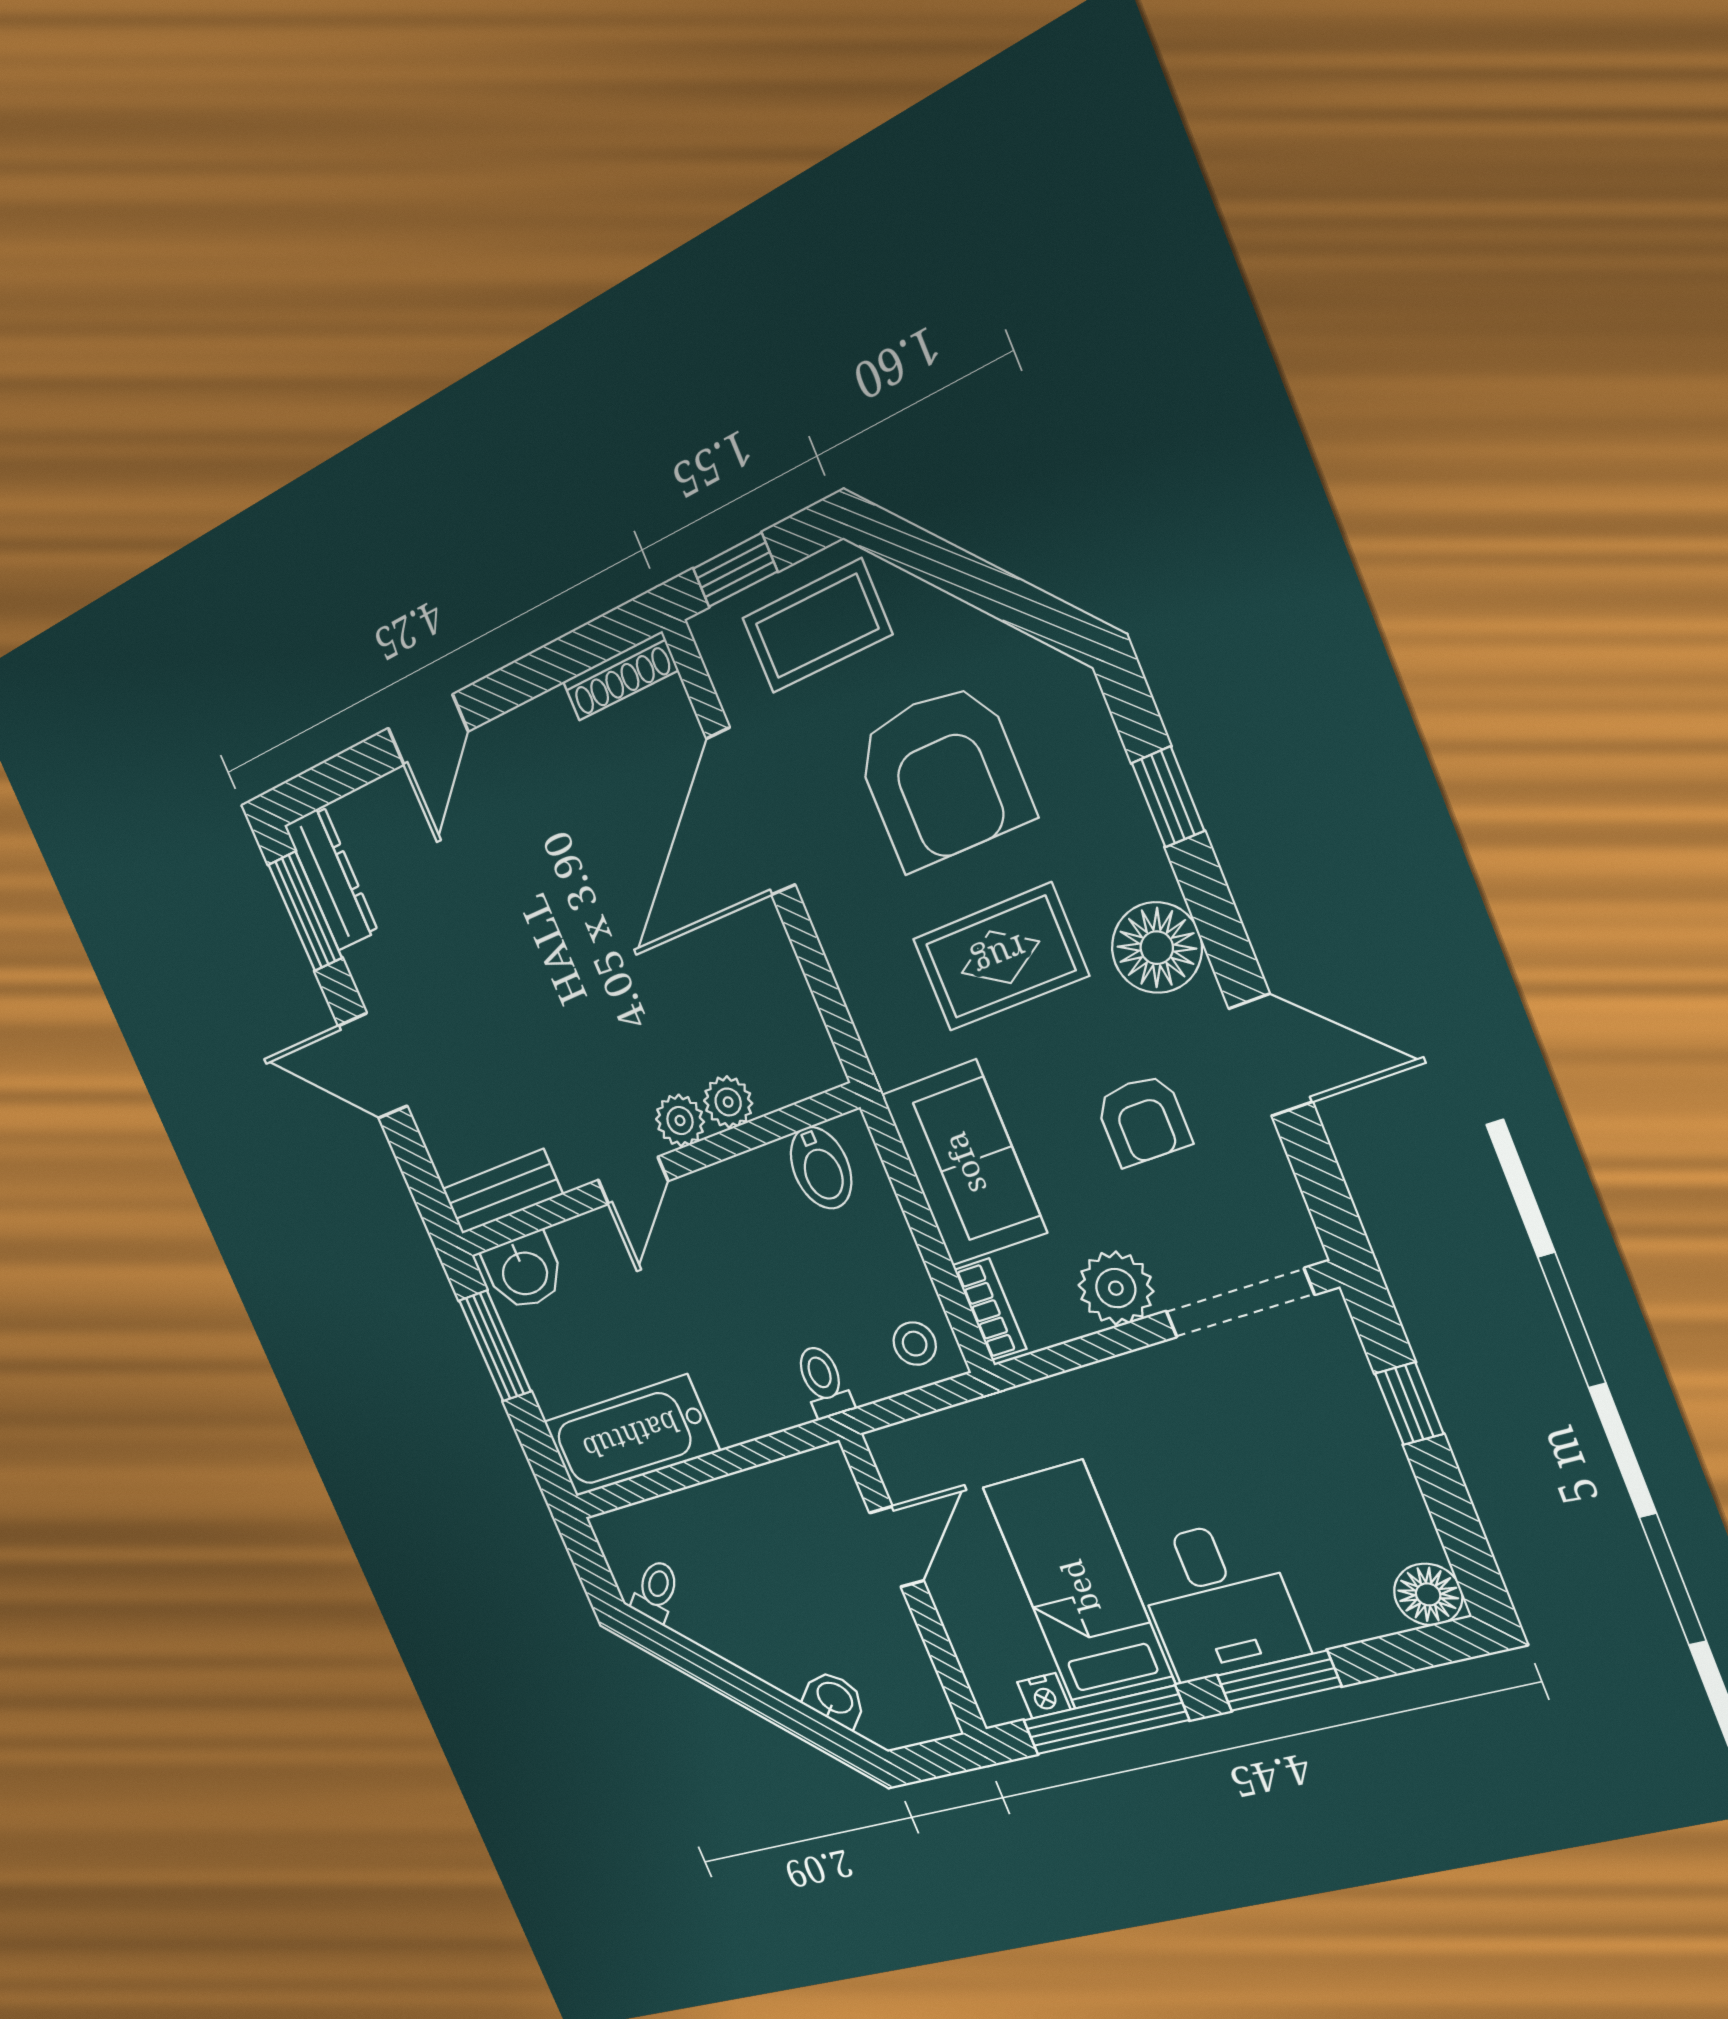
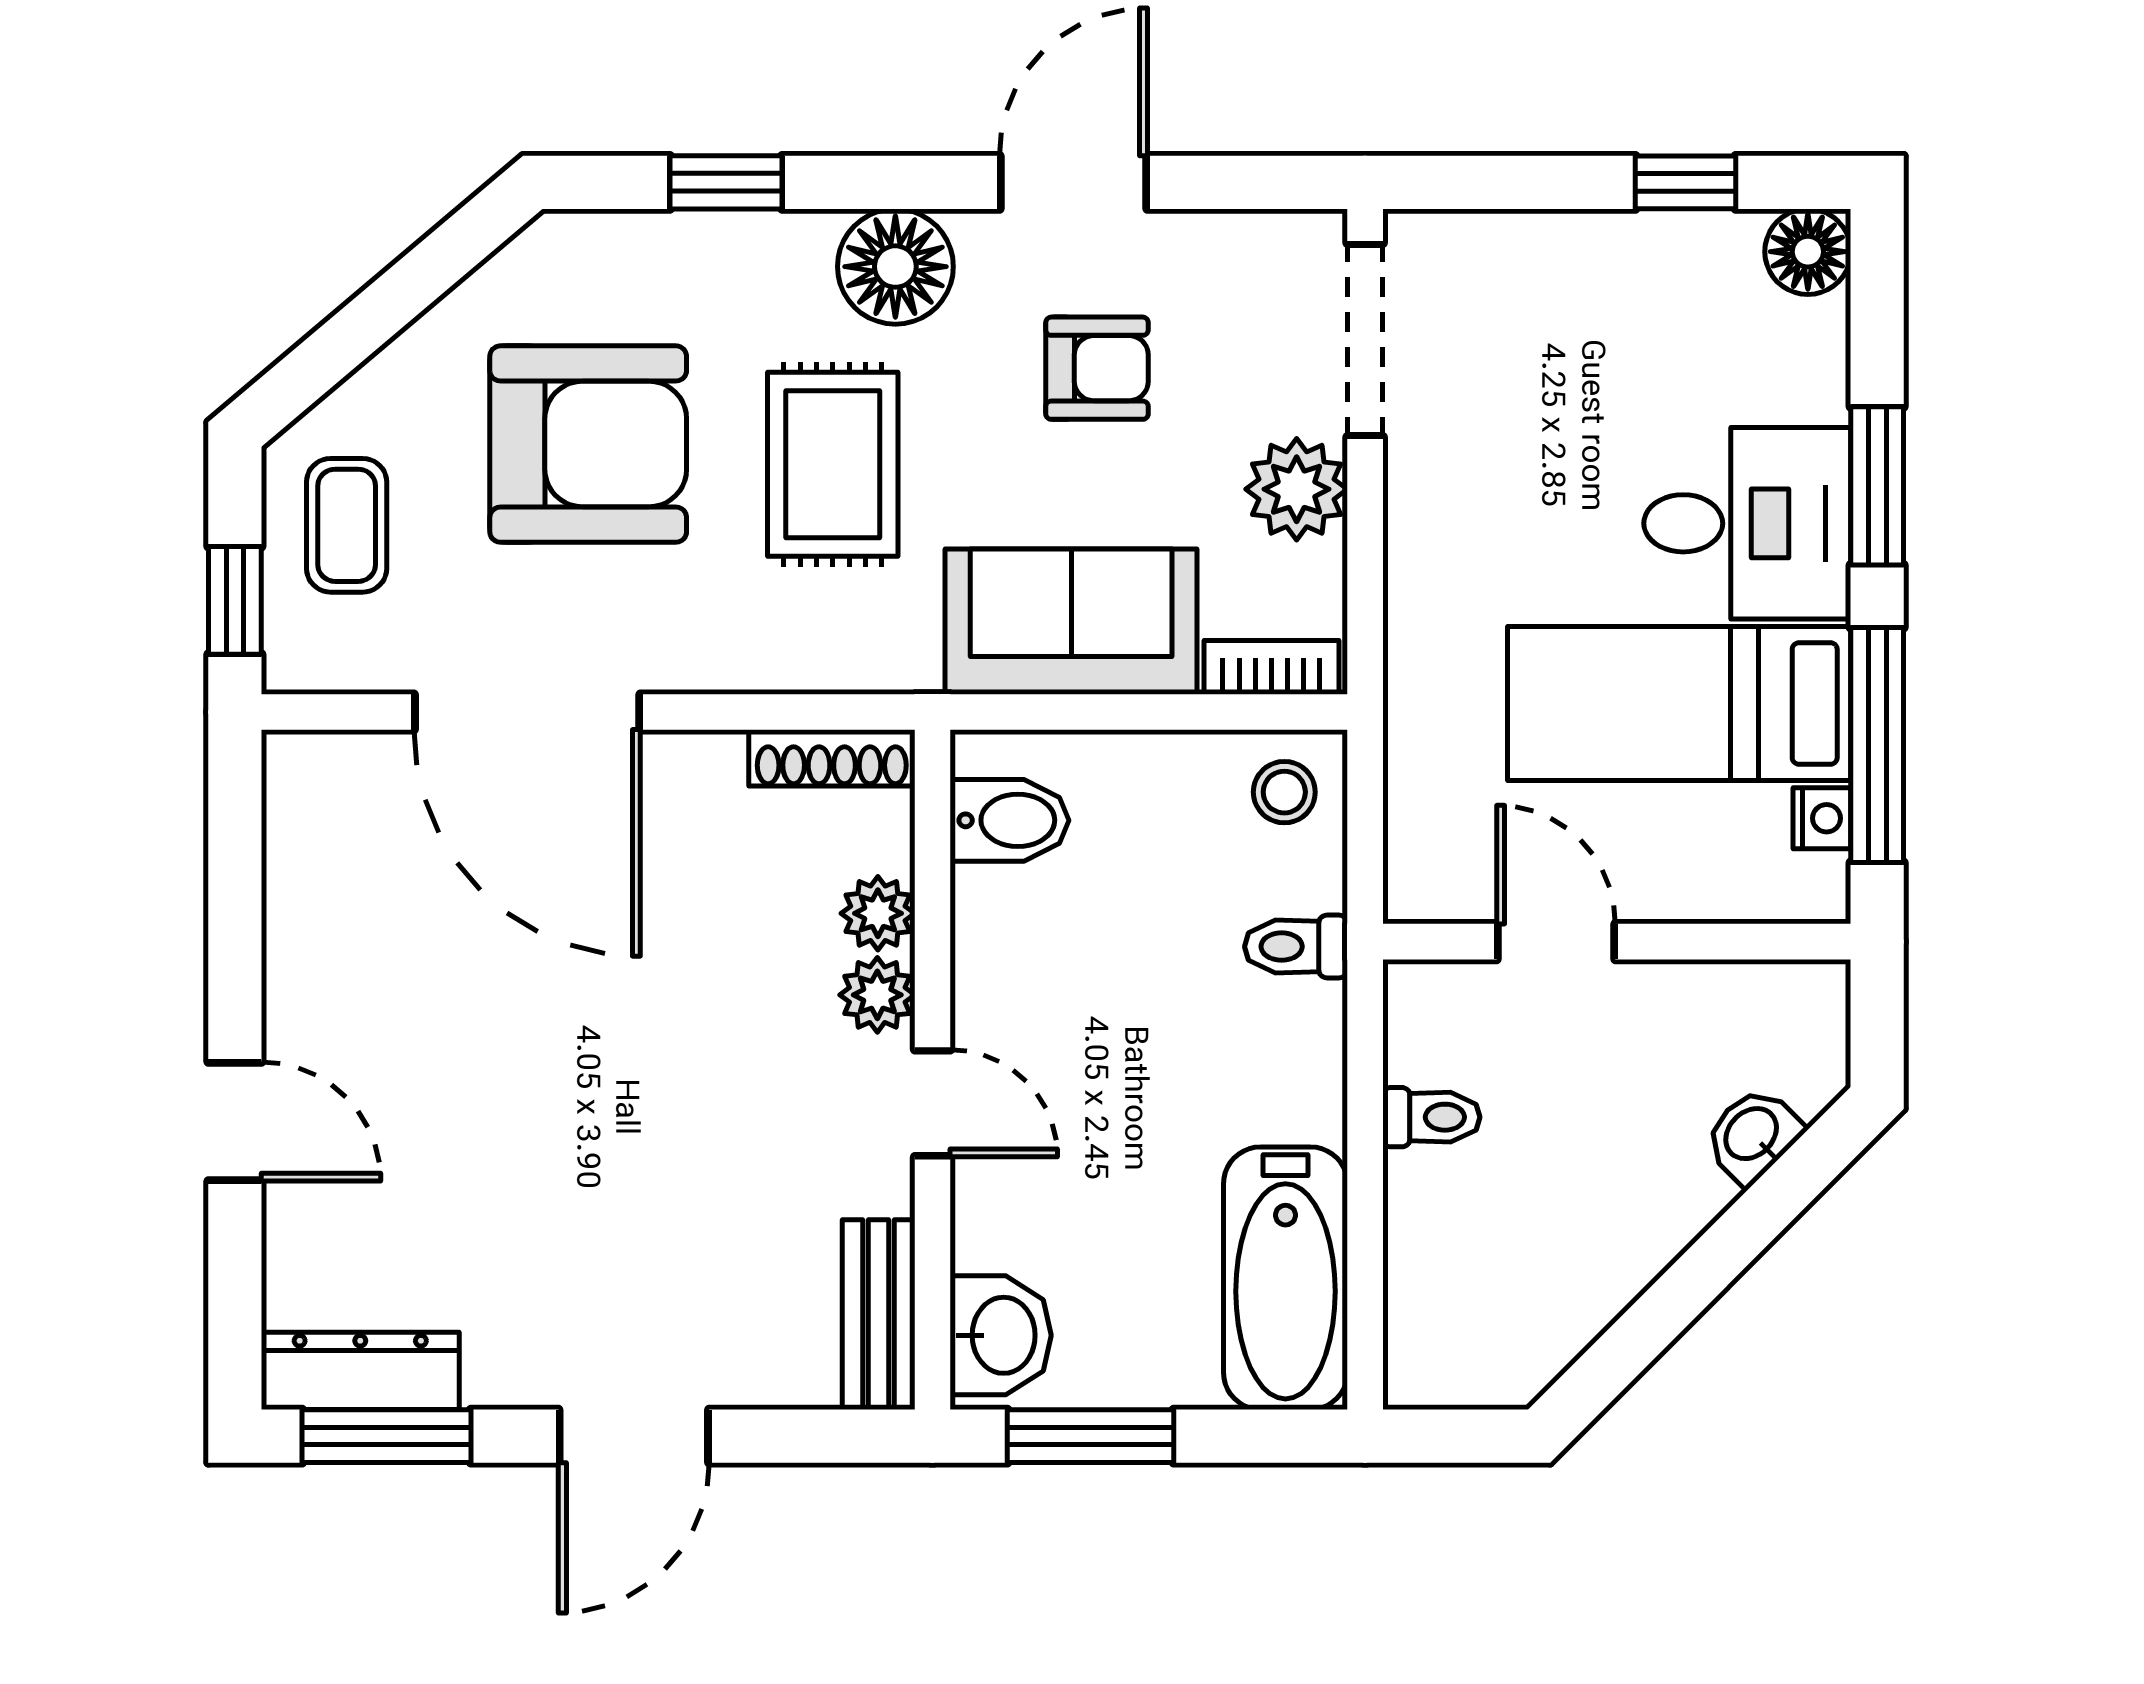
coffee table: (817, 626) -> (347, 525), width x0.73, depth x0.77
shoe rack: (620, 676) -> (832, 758), moved, turned 90
window: (1409, 1404) -> (1685, 182), moved
toilet: (656, 1591) -> (1431, 1117), moved, turned 135

